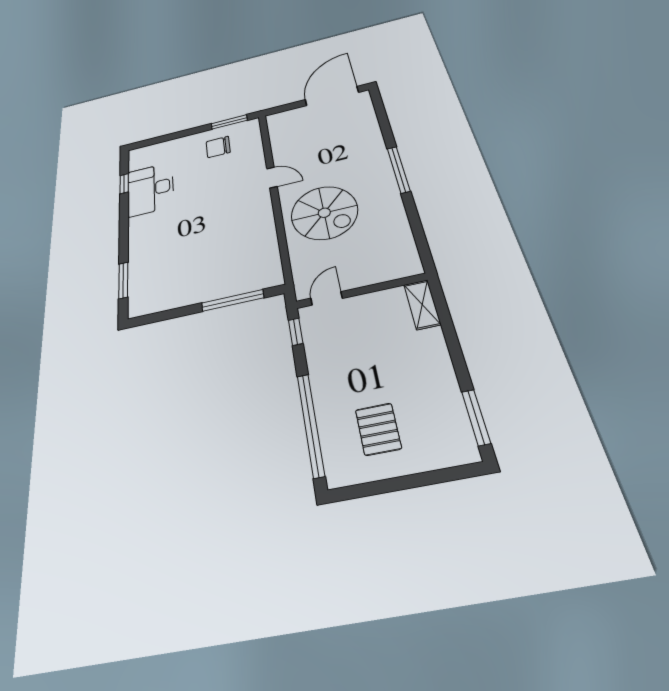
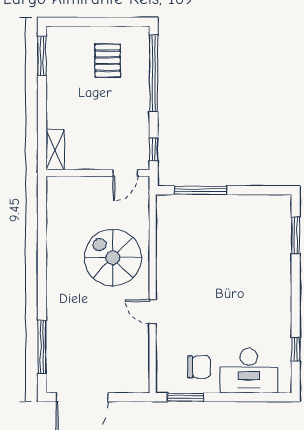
window: (399, 170) -> (42, 347), moved
desk: (150, 189) -> (249, 371), moved, turned 90

